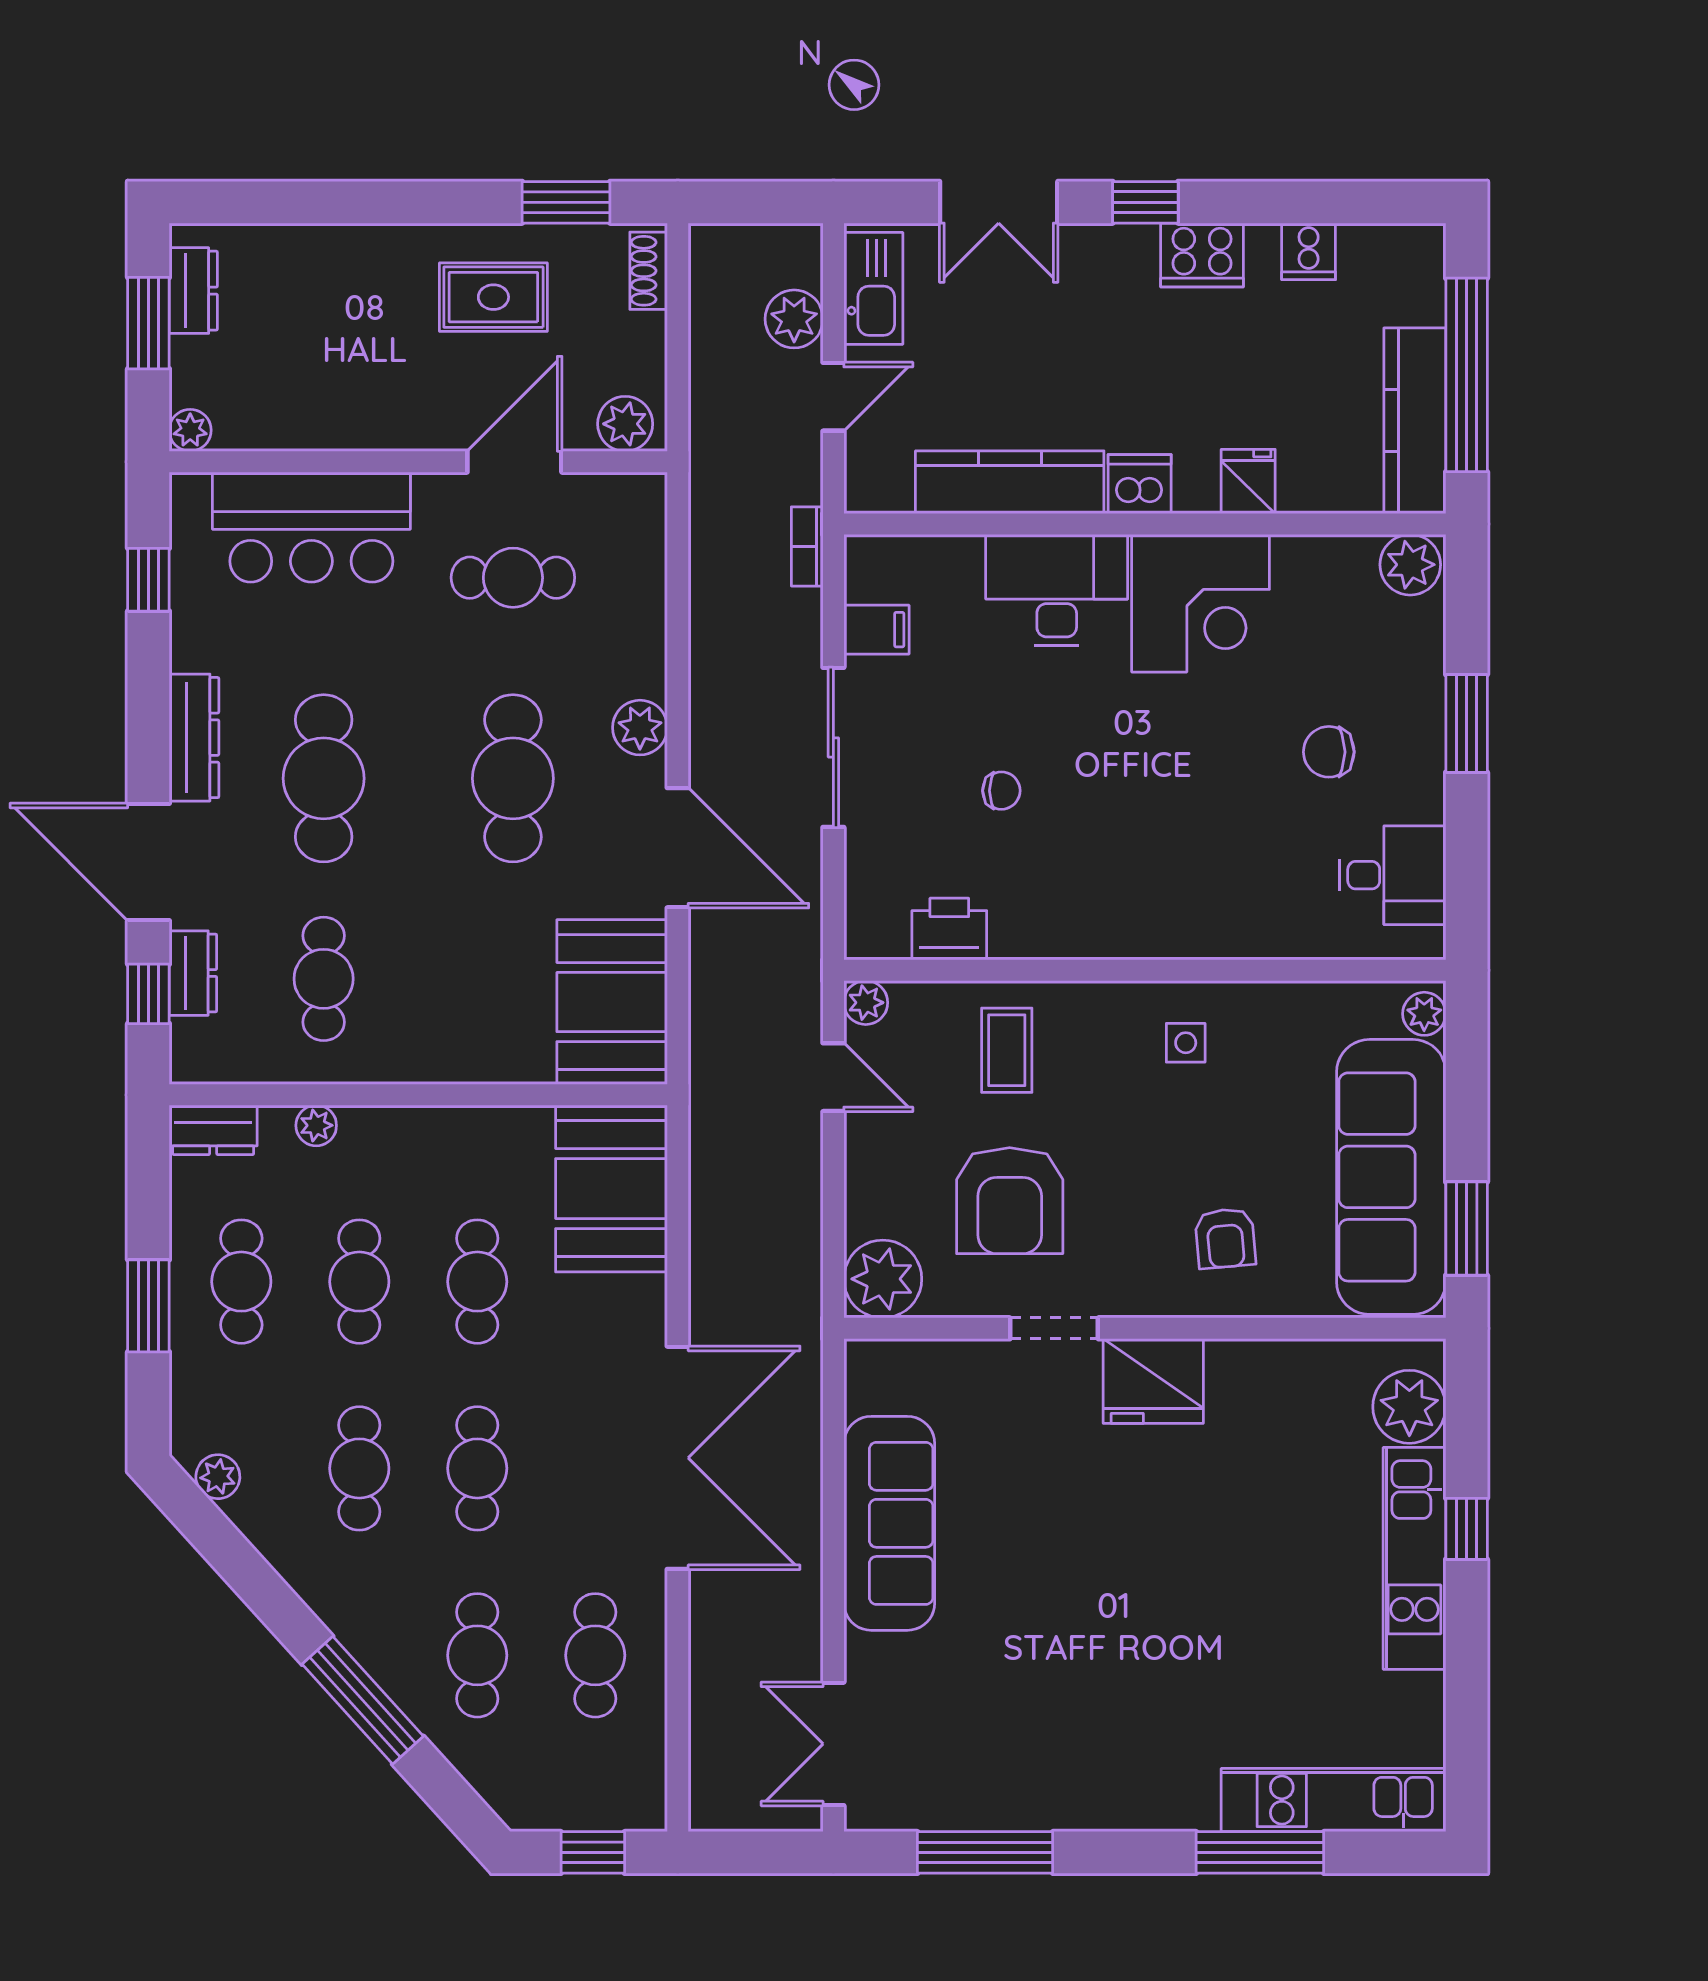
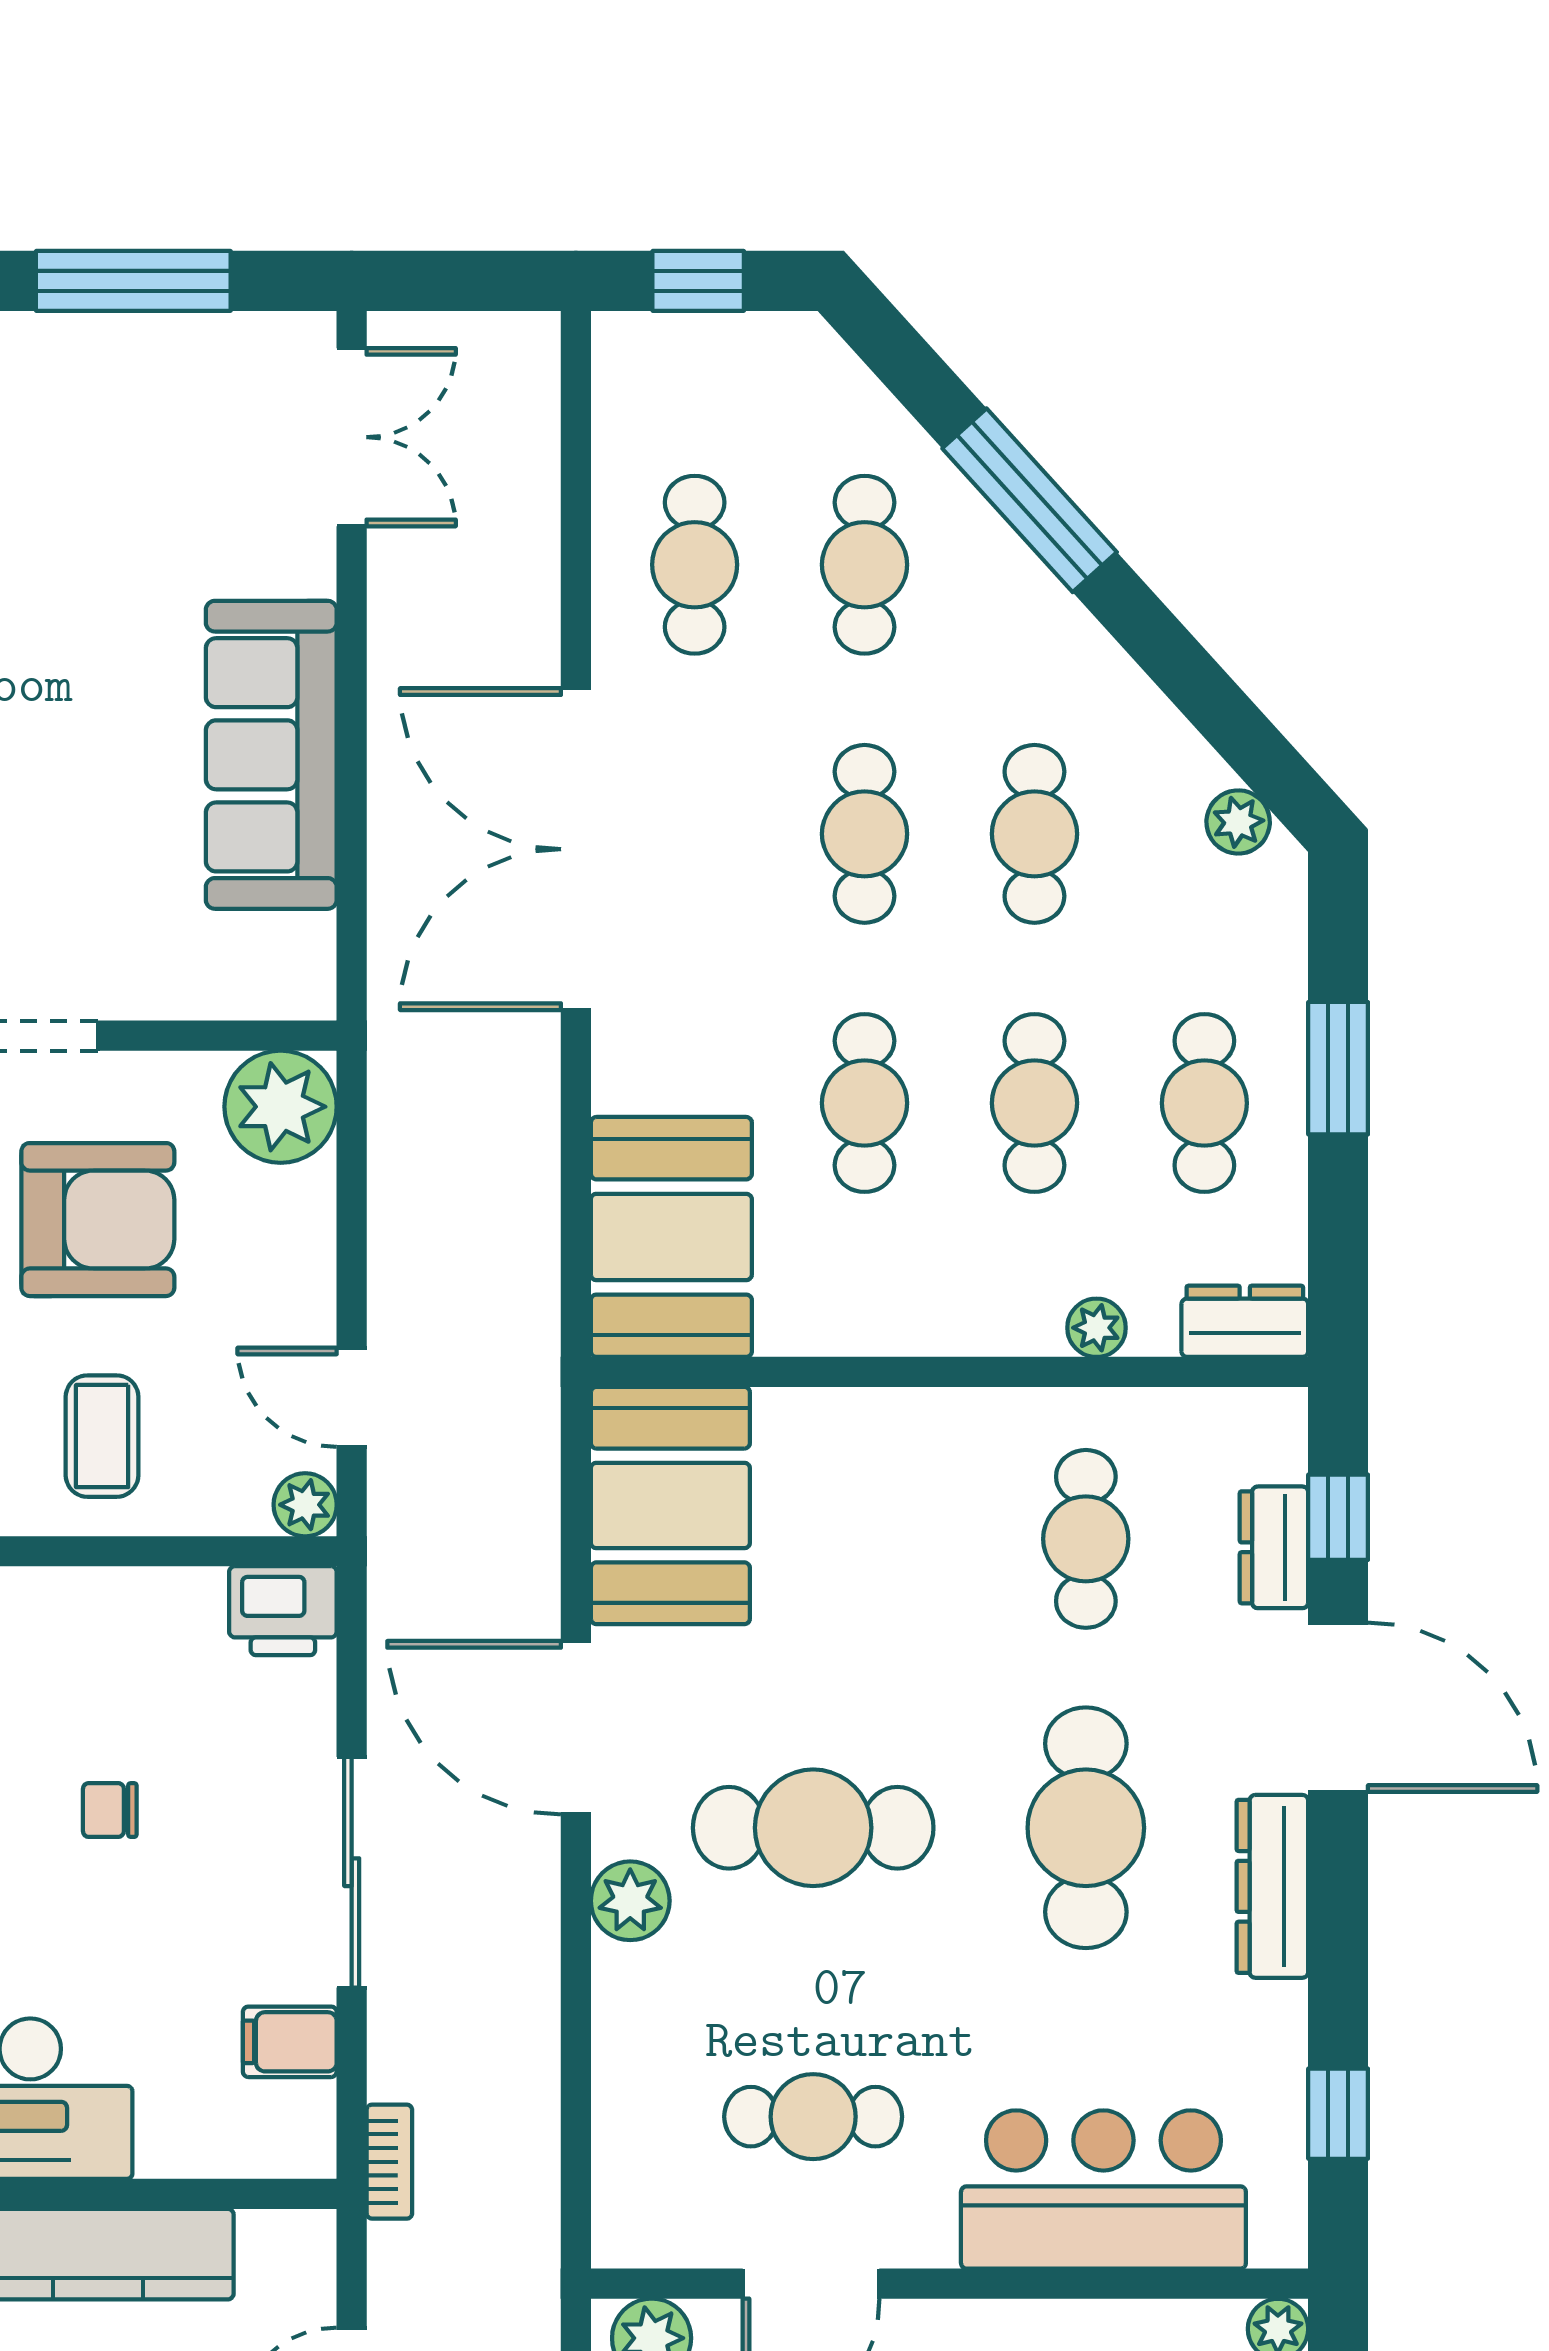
cafe table: (513, 778) -> (813, 1828), turned 90
printer: (949, 929) -> (283, 1611), moved
armchair: (1010, 1201) -> (98, 1220), turned 90

